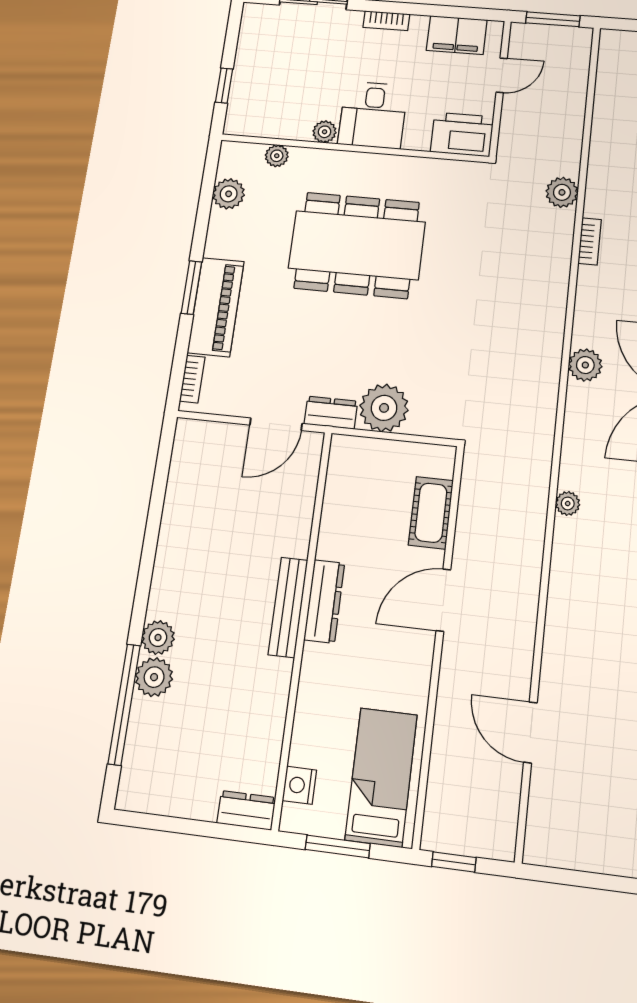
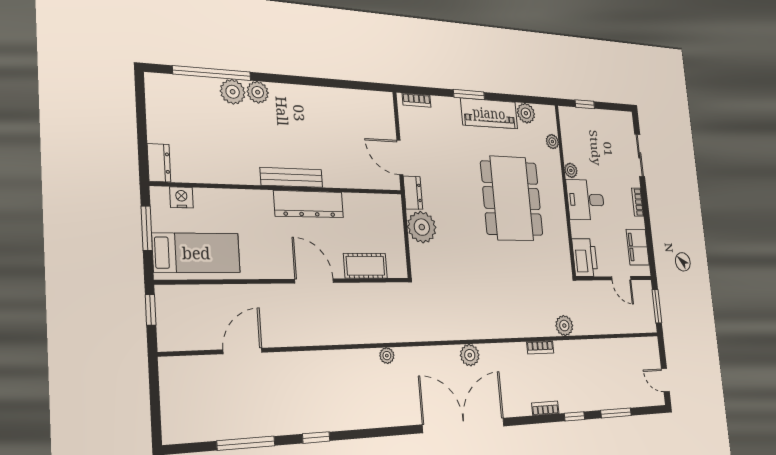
piano: (216, 307) -> (489, 113), moved
dresser: (324, 601) -> (309, 204), width x1.37, depth x1.24

